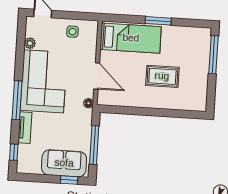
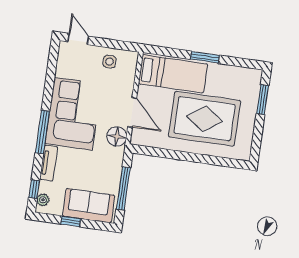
plant: (30, 43) -> (43, 200), moved
window: (213, 55) -> (263, 100), width x0.69
rug: (162, 76) -> (205, 119), width x1.86, depth x2.06
floor lamp: (88, 103) -> (117, 137), width x1.89, depth x1.89
window: (69, 180) -> (71, 221), moved

